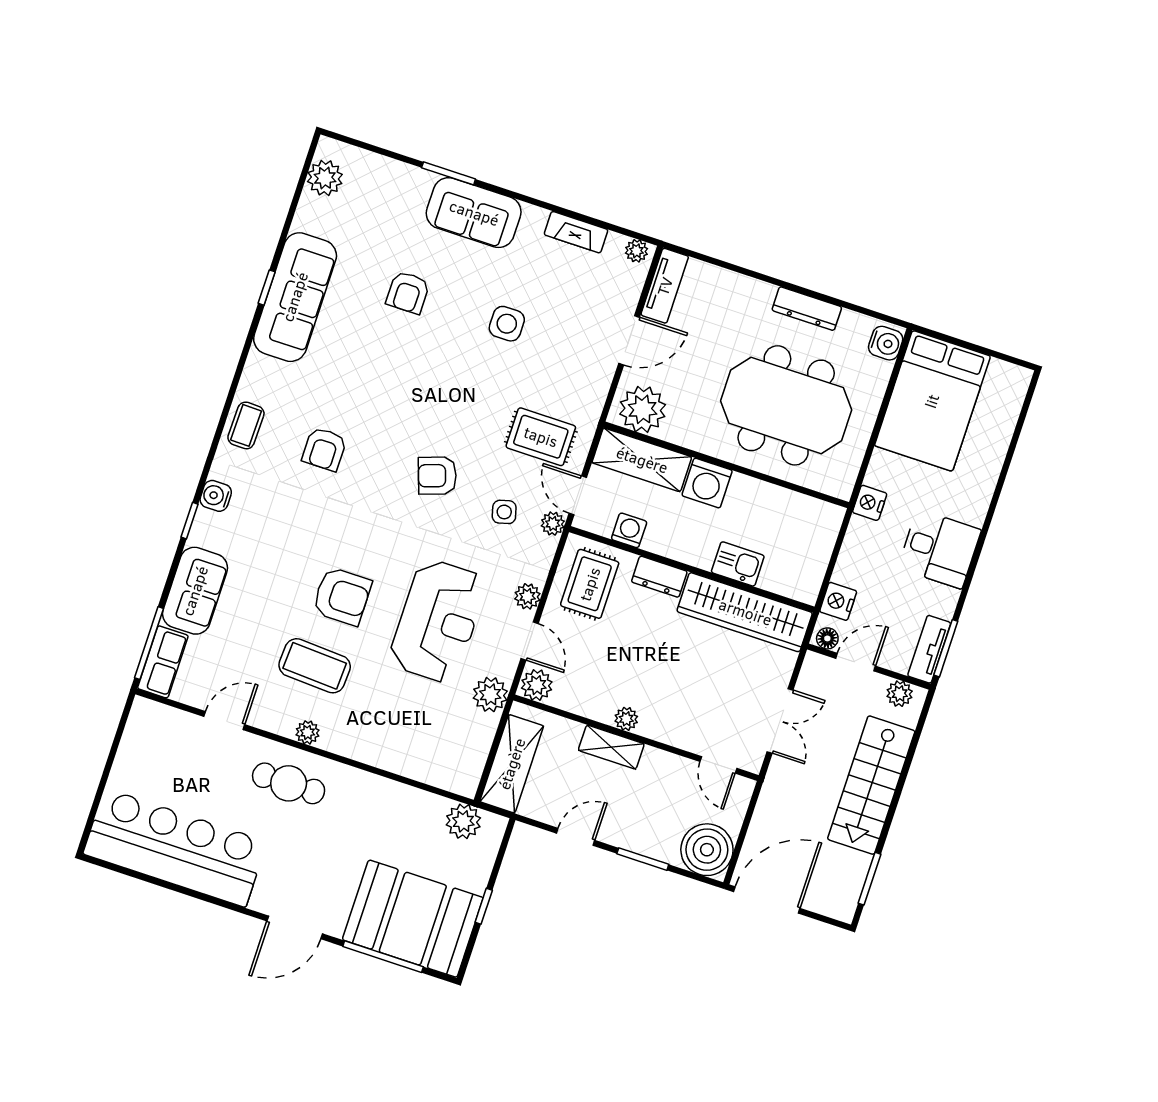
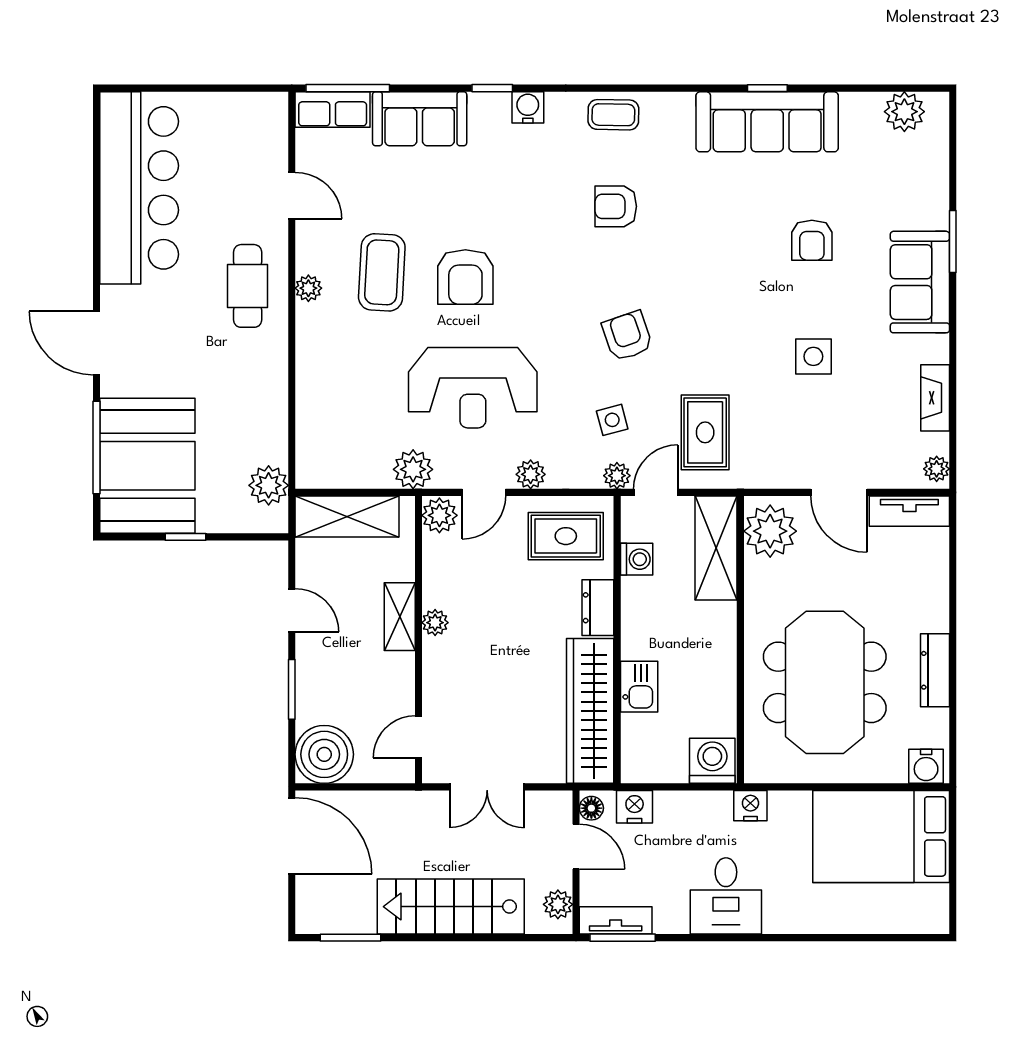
armchair: (408, 292) -> (812, 240), turned -90
washing machine: (707, 483) -> (712, 761), moved, turned 90

